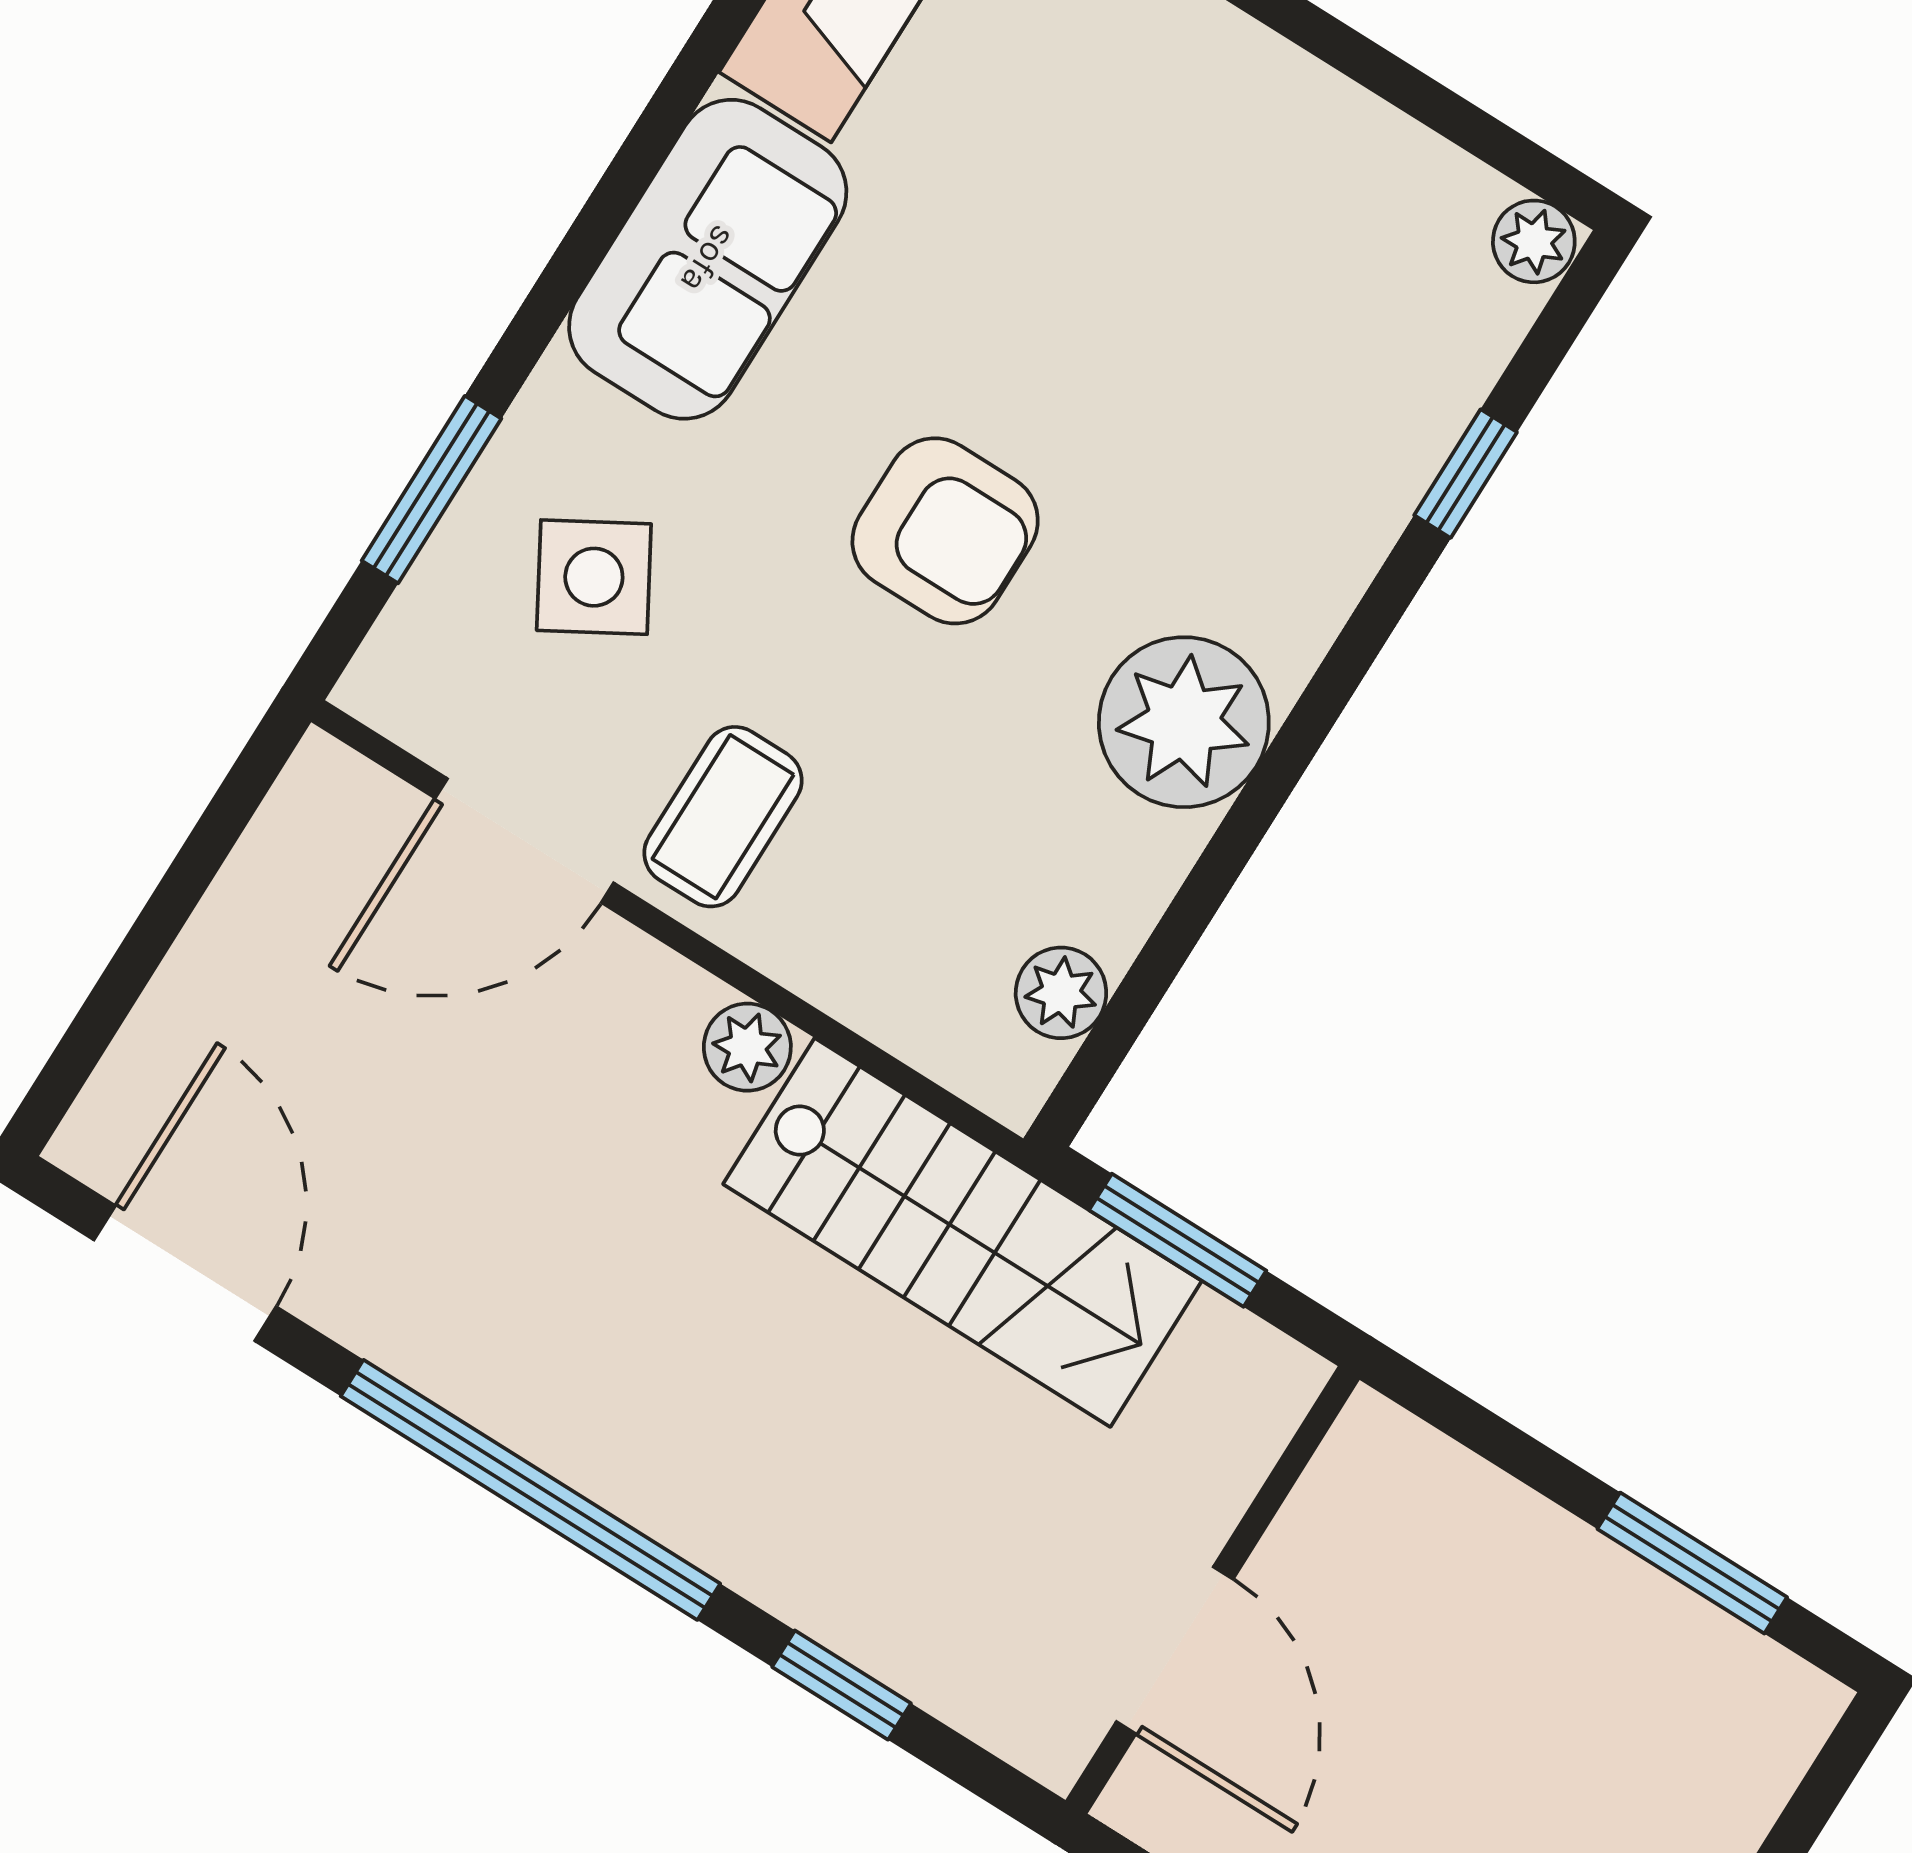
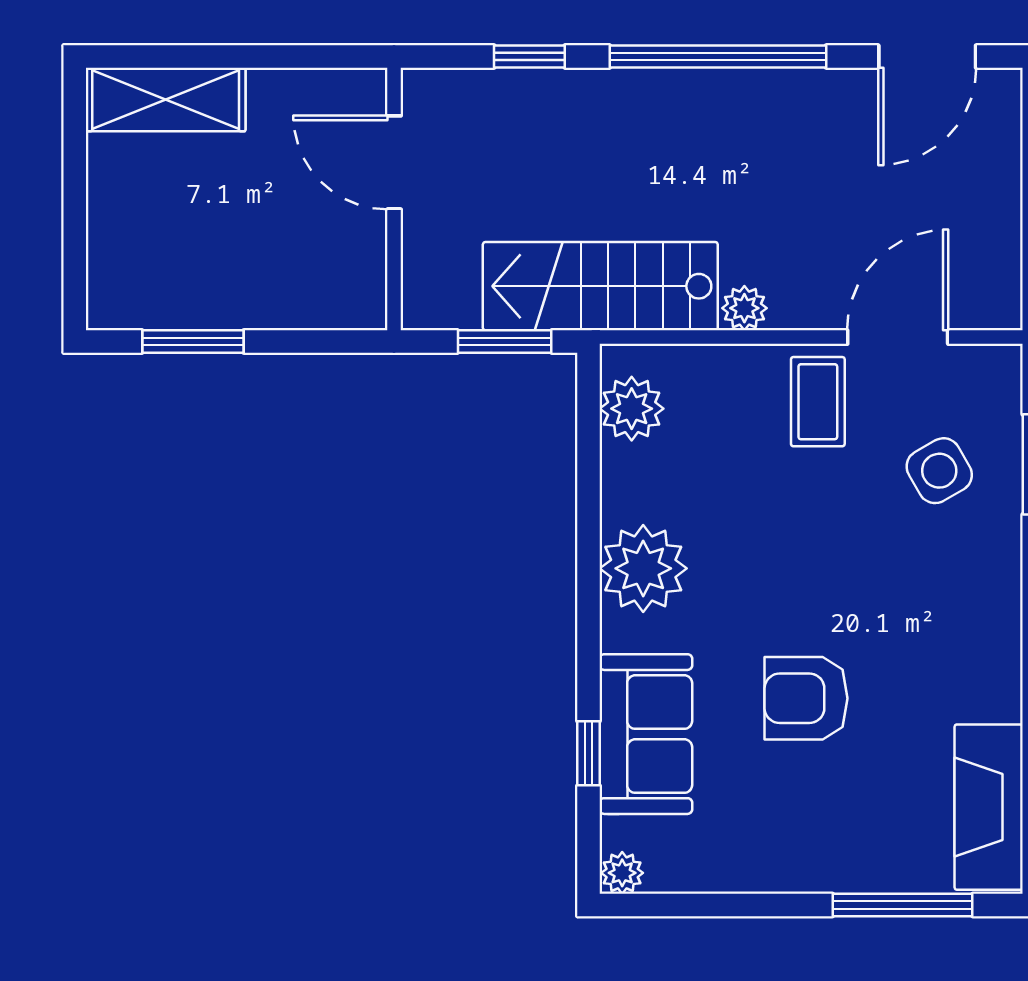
sofa: (708, 259) -> (646, 734), moved, turned 180
armchair: (945, 531) -> (806, 698), moved
plant: (1061, 993) -> (632, 409), width x1.38, depth x1.38
door: (185, 1273) -> (927, 56), hinge flipped

